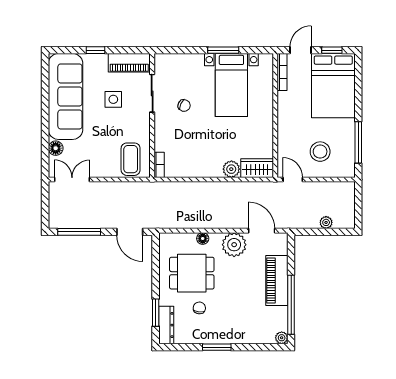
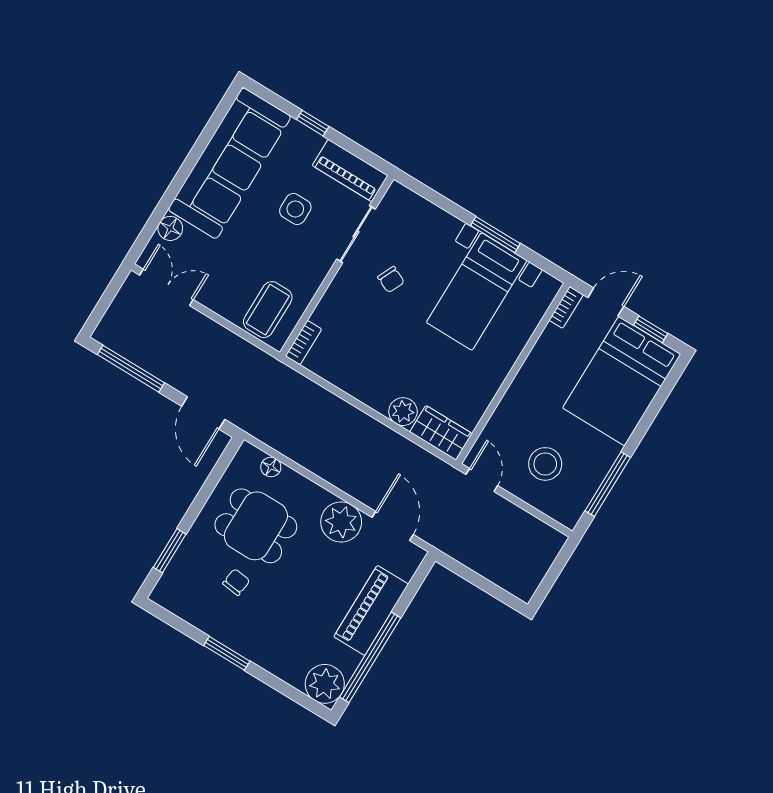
bookcase: (282, 72) -> (566, 307), width x0.64
plant: (326, 222) -> (492, 570), removed
floor lamp: (203, 238) -> (271, 467), moved
dresser: (166, 325) -> (174, 578), removed
plant: (282, 338) -> (325, 684), width x1.87, depth x1.87

